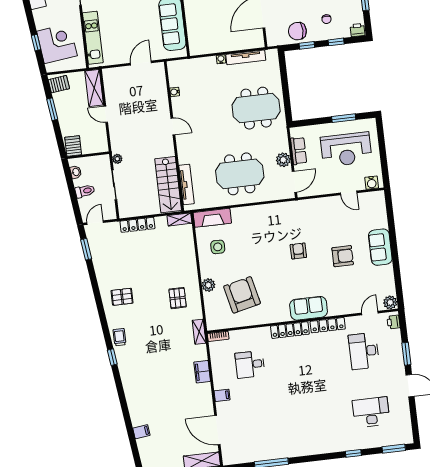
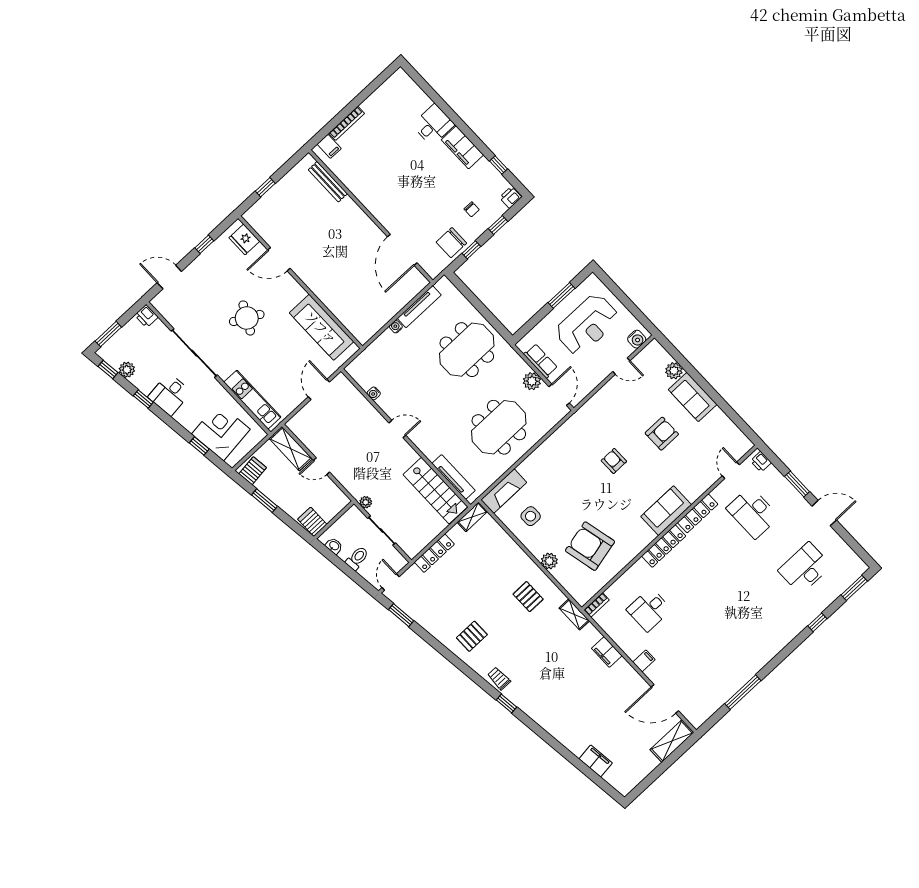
plant: (390, 302) -> (674, 371), moved
filing cabinet: (141, 432) -> (596, 761), width x2.00

